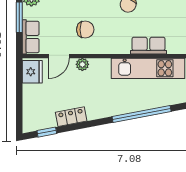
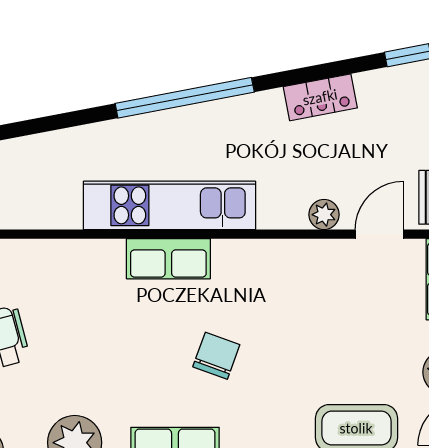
chair: (85, 30) -> (317, 297), removed
locker: (71, 117) -> (320, 97), moved

